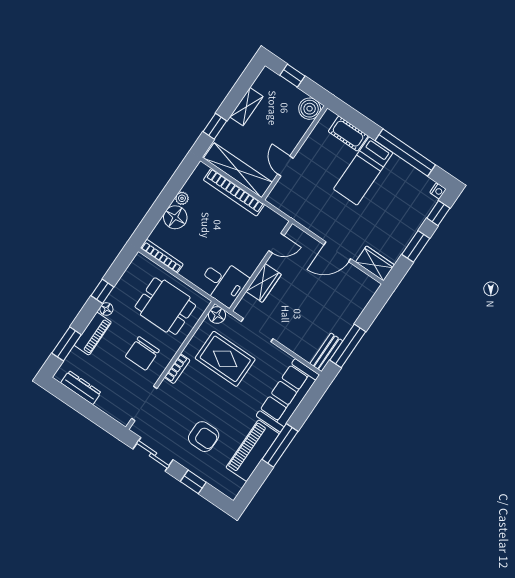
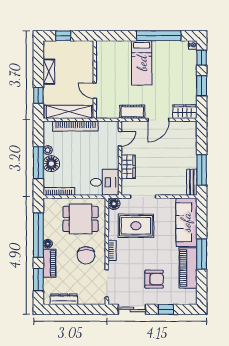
boiler: (310, 109) -> (86, 48), removed
cot: (348, 134) -> (132, 112), moved
window: (161, 206) -> (38, 163), added
window: (102, 291) -> (38, 235), width x3.17

